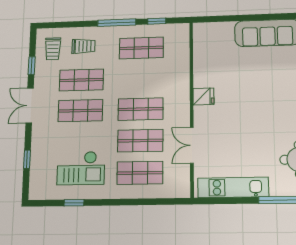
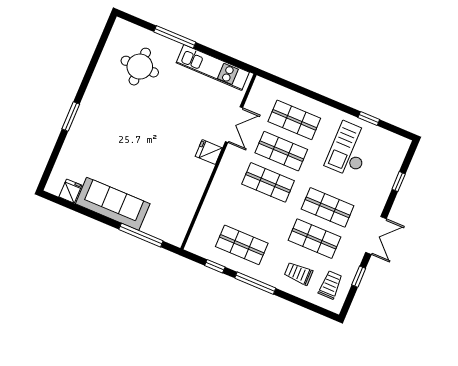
window: (231, 18) -> (141, 235), added
fridge: (203, 97) -> (209, 152), moved
checkout: (81, 168) -> (349, 150), turned -90

